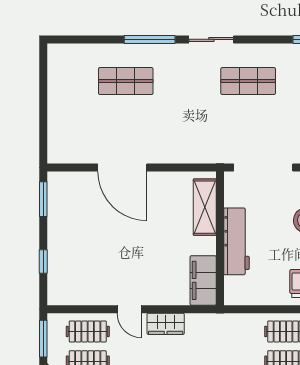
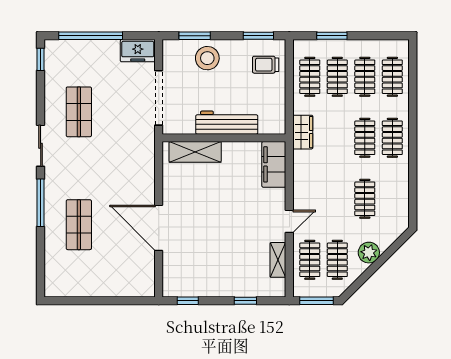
door: (122, 168) -> (159, 228), swing flipped
window: (43, 199) -> (188, 301), width x0.67
filing cabinet: (203, 280) -> (274, 164), moved, turned 90
shelving: (88, 297) -> (278, 260), added
wardrobe: (166, 324) -> (303, 132), moved

